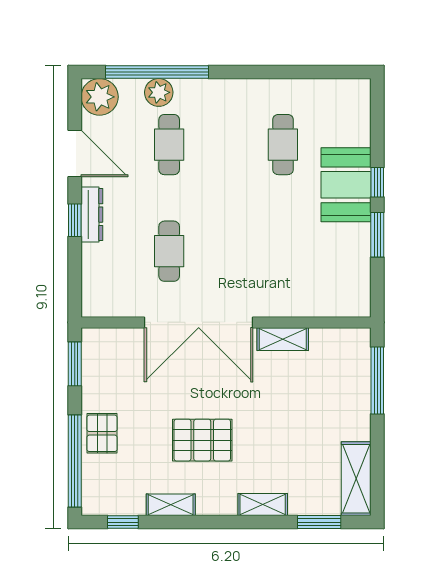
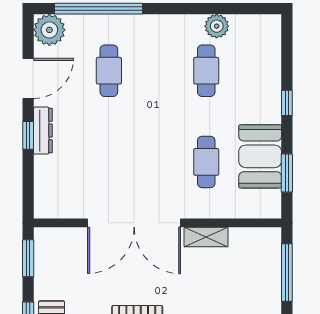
plant: (159, 92) -> (217, 26), moved
door: (75, 154) -> (28, 78), hinge flipped
booth: (346, 185) -> (260, 156), moved
window: (377, 235) -> (287, 173), moved
cafe table: (169, 251) -> (206, 162), moved

